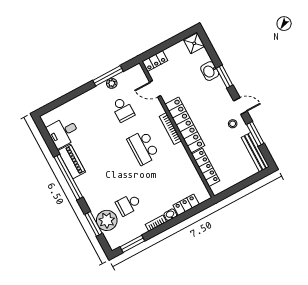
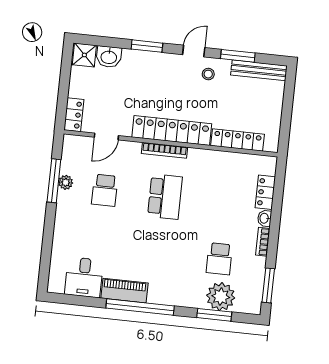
washbasin: (210, 71) -> (109, 57), moved
school desk: (123, 109) -> (105, 190), turned 90
school desk: (143, 148) -> (165, 197), turned -90

